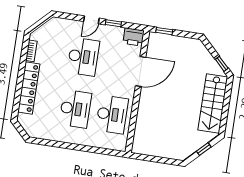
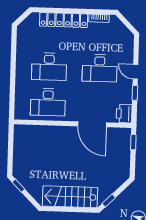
window: (204, 149) -> (18, 186), moved

